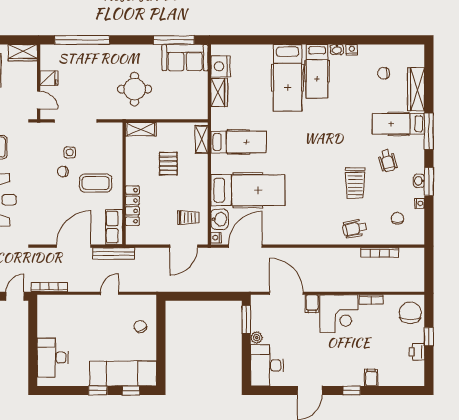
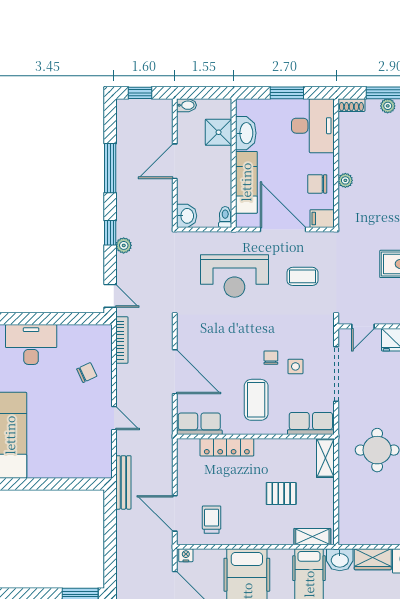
row of seats: (114, 141) -> (311, 423), added
trolley: (188, 218) -> (212, 520), turned 180
washbasin: (220, 219) -> (340, 560), moved
bench: (114, 253) -> (123, 482), moved
chair: (140, 327) -> (87, 373), moved

